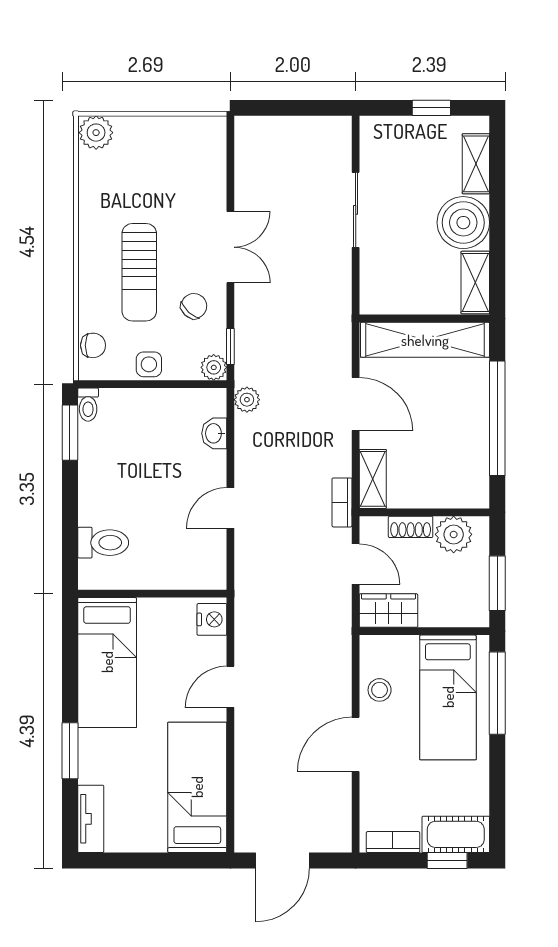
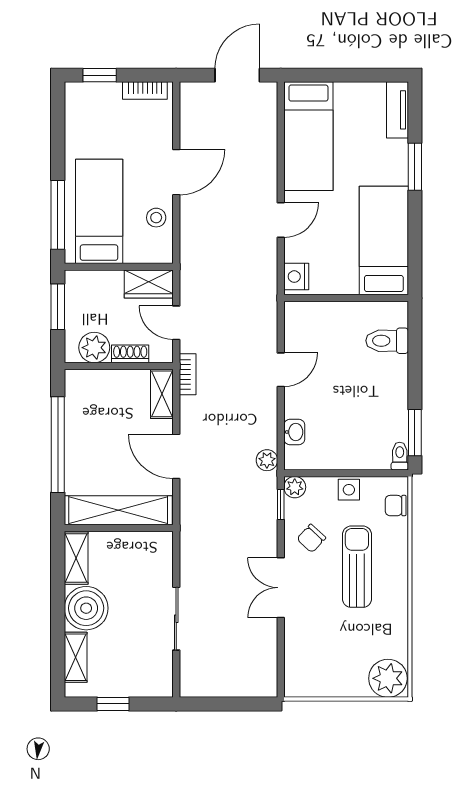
plant: (96, 133) -> (388, 678), width x1.36, depth x1.36
cot: (456, 834) -> (92, 97), removed

